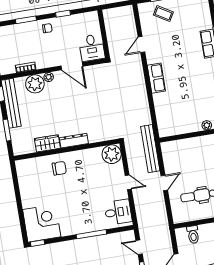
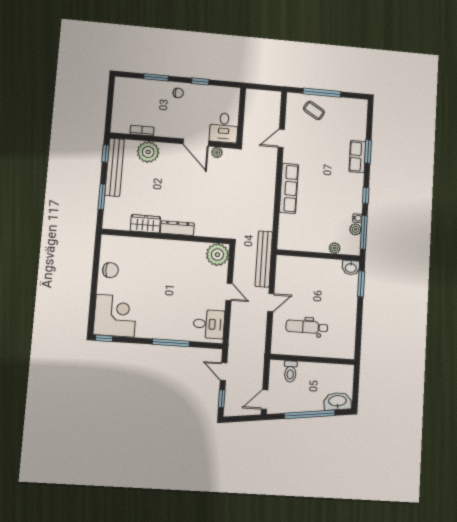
plant: (49, 77) -> (217, 153), moved
row of seats: (156, 78) -> (289, 188), width x1.48
chair: (59, 168) -> (110, 270), moved

